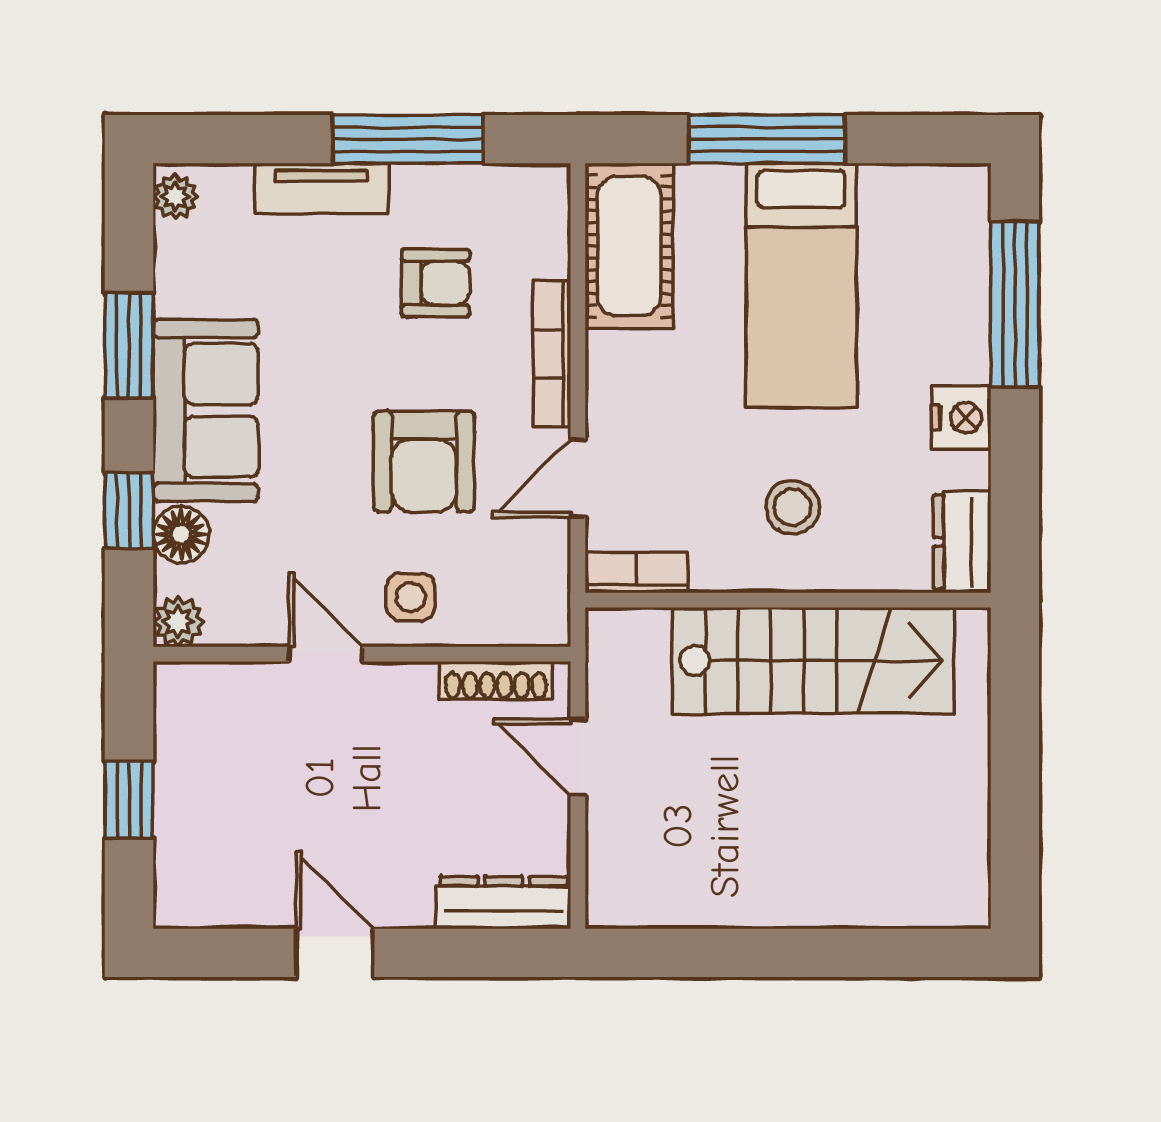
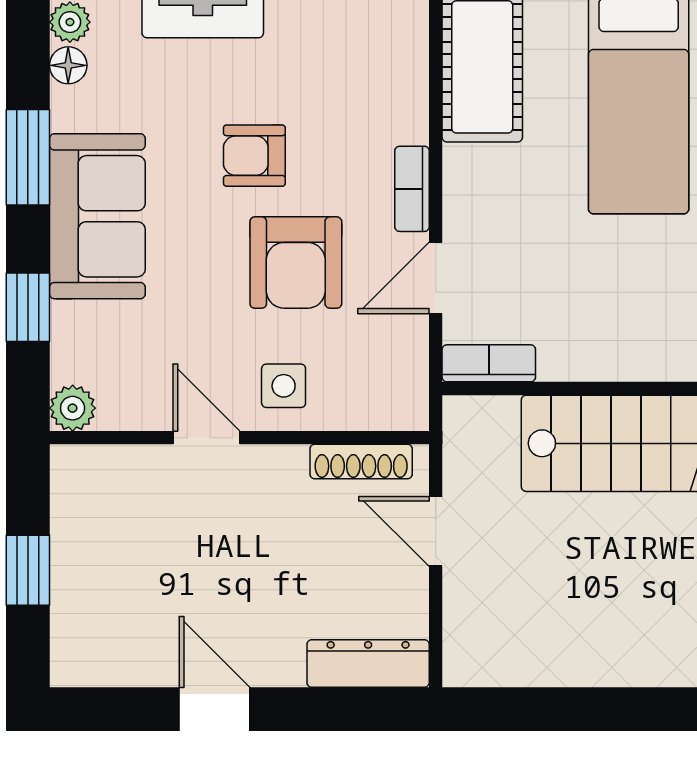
armchair: (436, 283) -> (254, 156), moved, turned 180
bookcase: (552, 354) -> (412, 189), width x0.64
stool: (792, 507) -> (631, 304), removed
floor lamp: (181, 534) -> (68, 65), moved, width x0.73, depth x0.73

